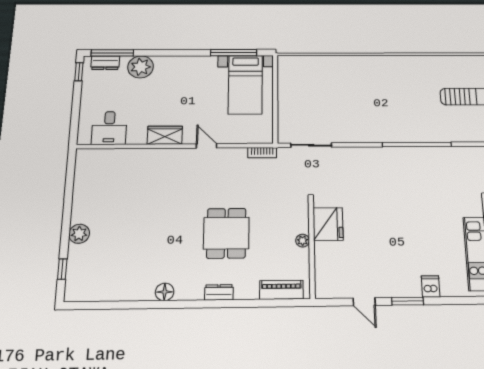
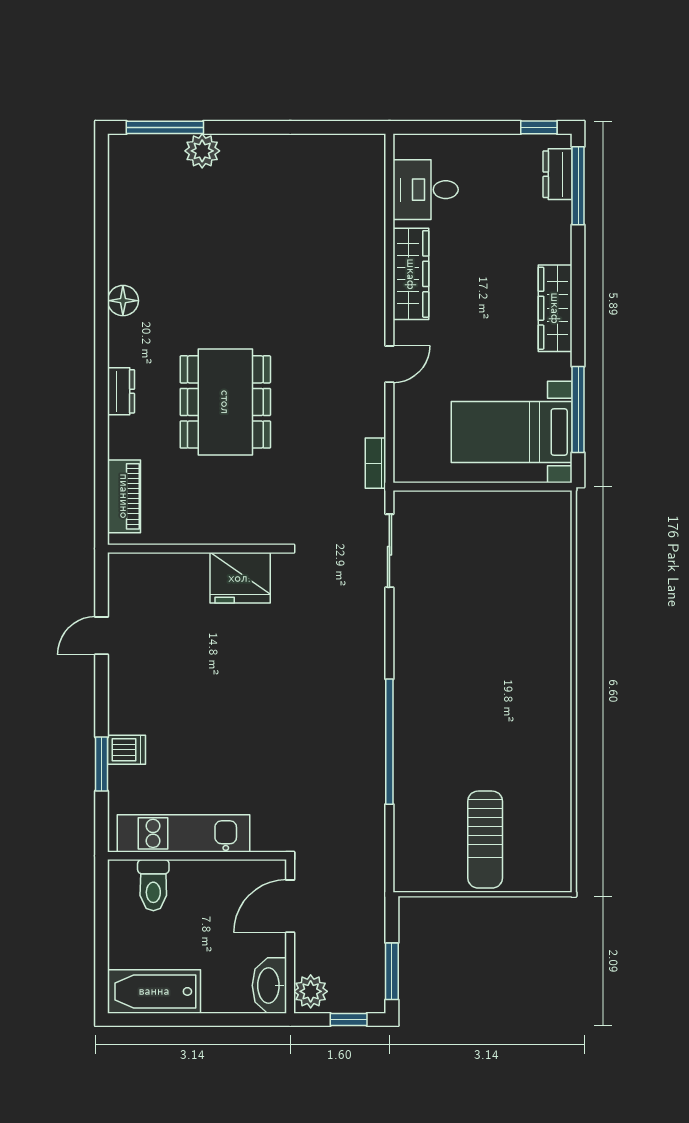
wardrobe: (178, 64) -> (555, 308), added
plant: (141, 67) -> (549, 239), removed
wardrobe: (165, 135) -> (411, 274), width x1.50
dining table: (226, 233) -> (225, 402), width x1.38
plant: (79, 234) -> (202, 151), moved
plant: (303, 241) -> (210, 533), removed
window: (62, 269) -> (165, 127), width x2.17
window: (408, 301) -> (102, 764), moved

